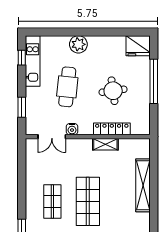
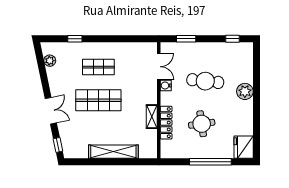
kitchen unit: (33, 61) -> (229, 49), removed
double door: (52, 137) -> (159, 67), swing flipped

